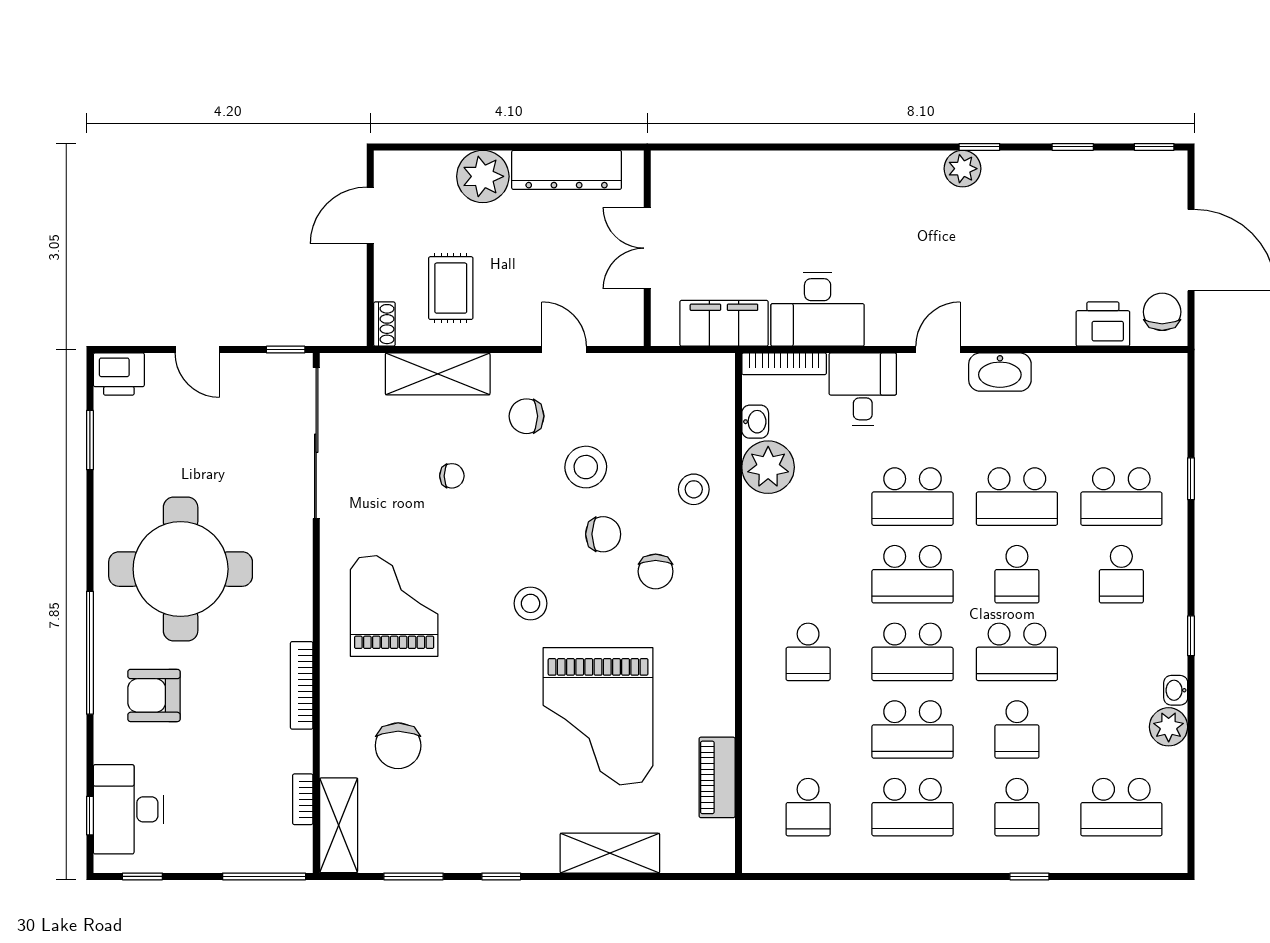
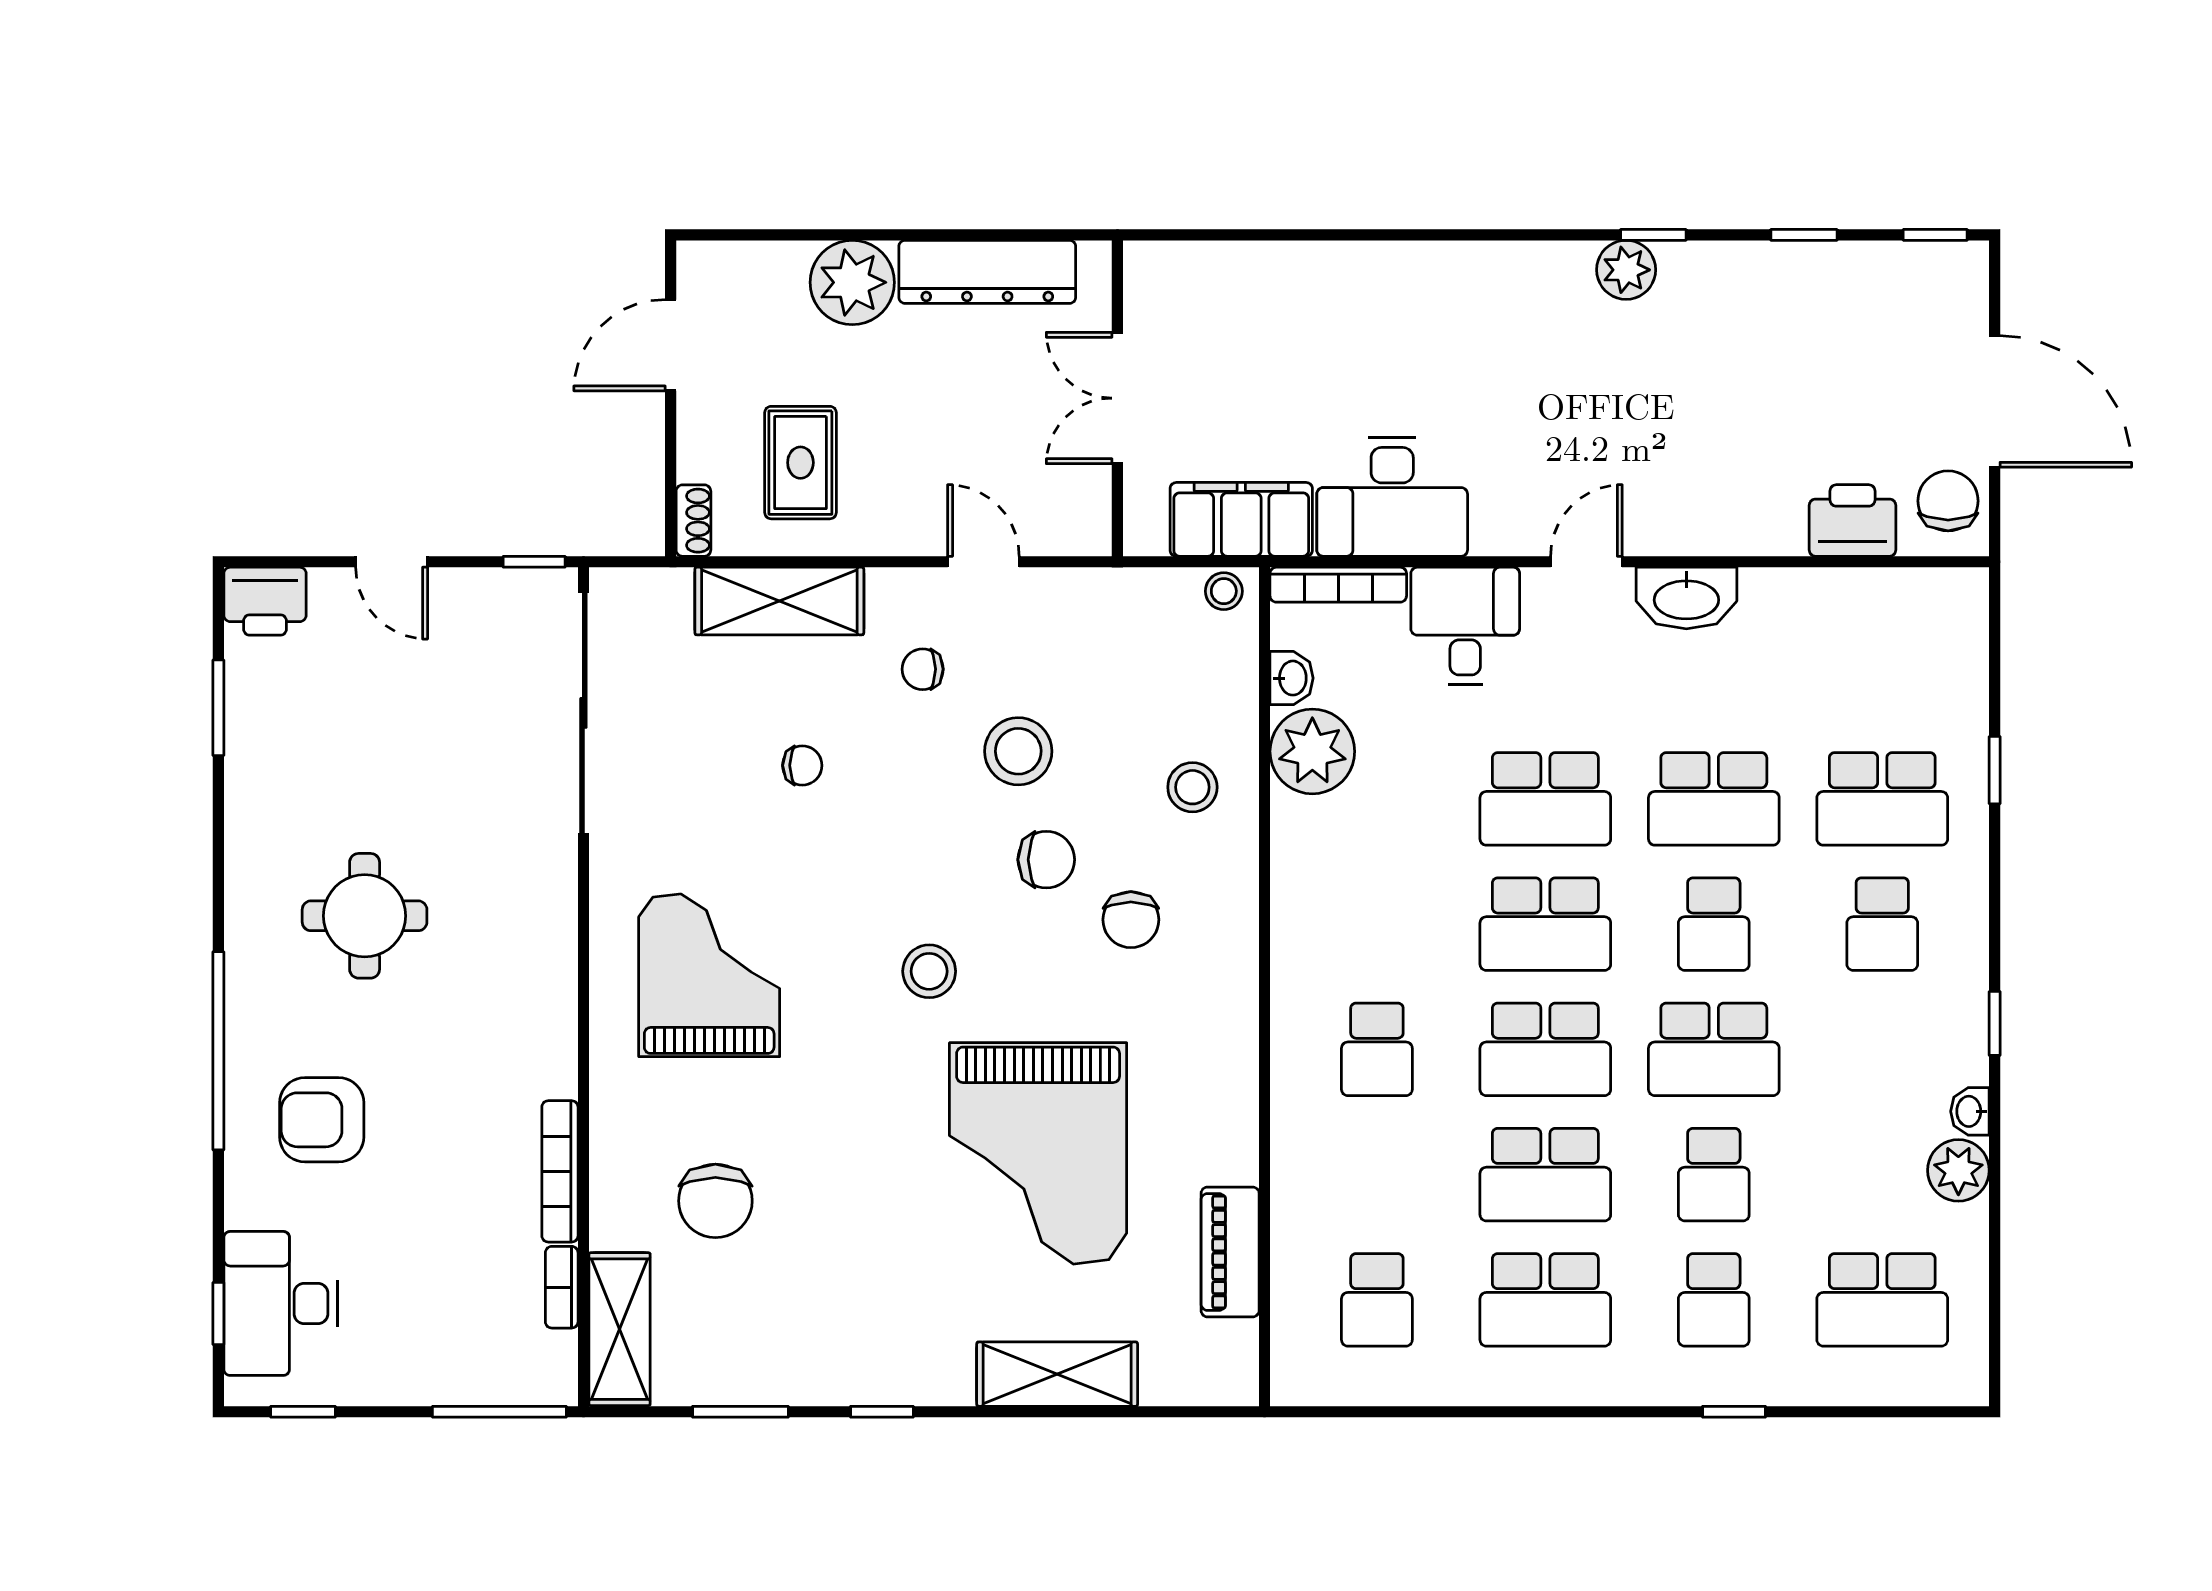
stool: (713, 368) -> (1224, 591), added
chair: (526, 416) -> (923, 669), width x0.73, depth x0.73
round table: (181, 569) -> (365, 916), width x0.54, depth x0.54
bookcase: (302, 685) -> (560, 1171), moved

